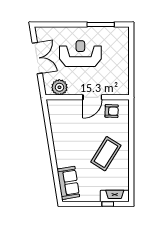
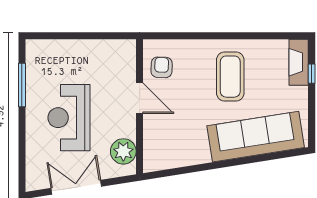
coffee table: (106, 154) -> (230, 77), turned 58
sofa: (68, 183) -> (256, 137), width x1.85, depth x1.27

